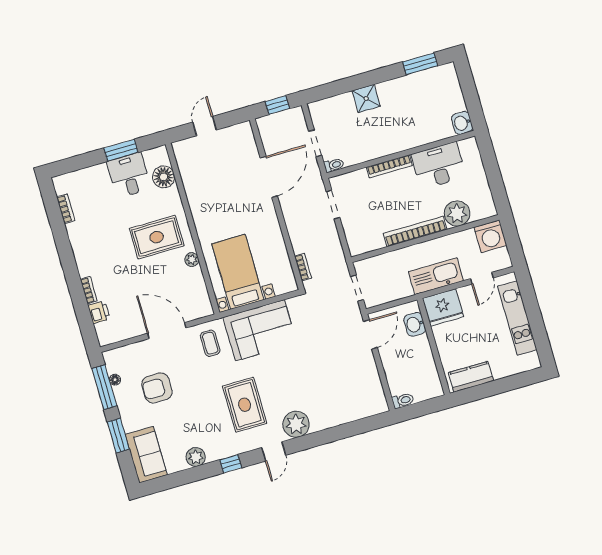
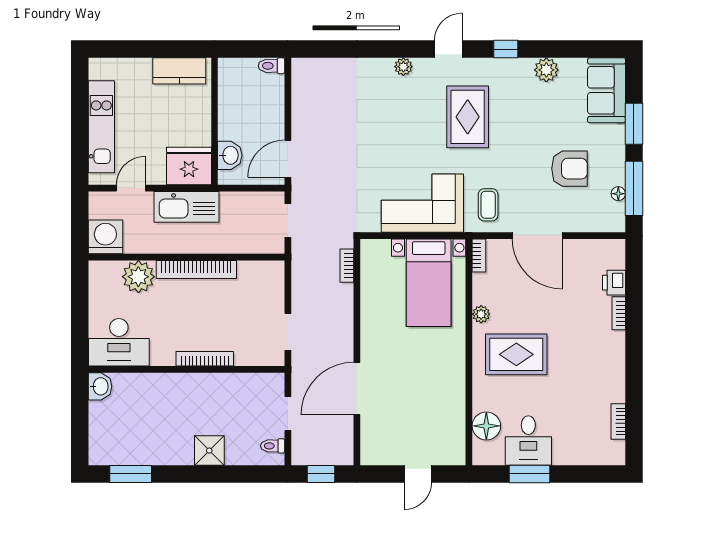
toilet: (334, 165) -> (273, 446), moved
desk: (439, 166) -> (119, 342), moved
bookcase: (206, 303) -> (479, 256), added
plant: (296, 424) -> (403, 67), width x0.53, depth x0.53

